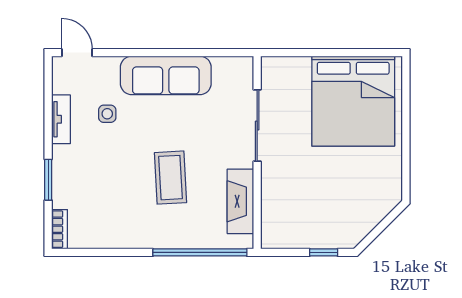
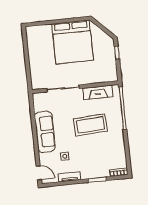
door: (77, 53) -> (39, 173), swing flipped
bed: (353, 101) -> (73, 42), moved, turned 90
coffee table: (170, 178) -> (90, 125), width x1.36, depth x1.32

